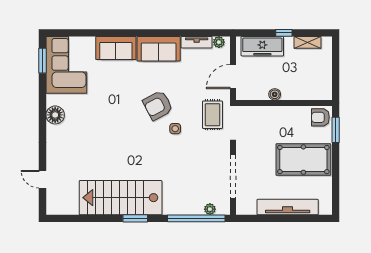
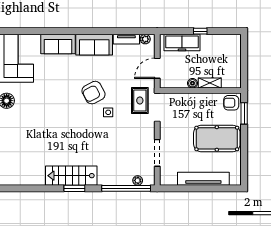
shelving: (307, 42) -> (210, 83), moved
doorway: (233, 177) -> (157, 153), width x0.73
stairs: (121, 198) -> (71, 176), width x0.73, depth x0.66

